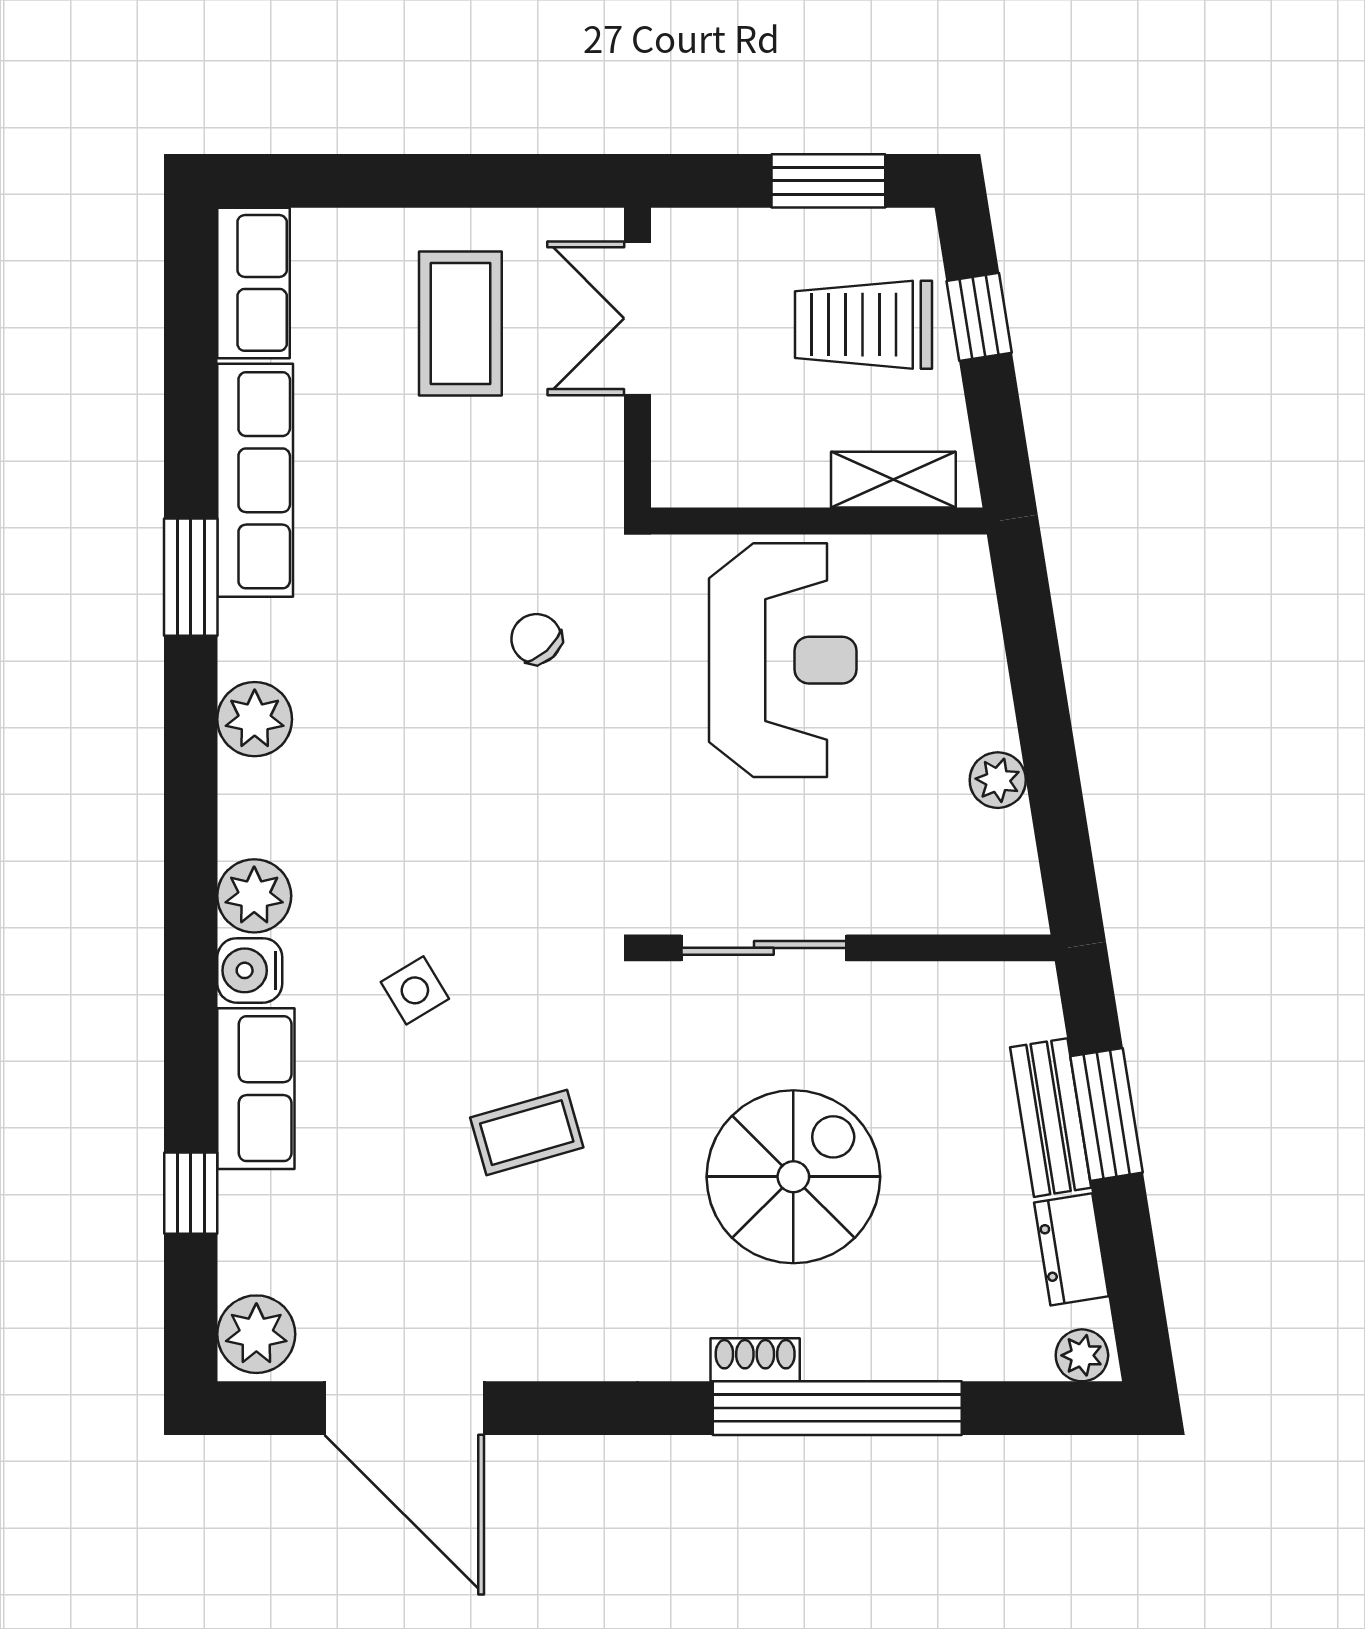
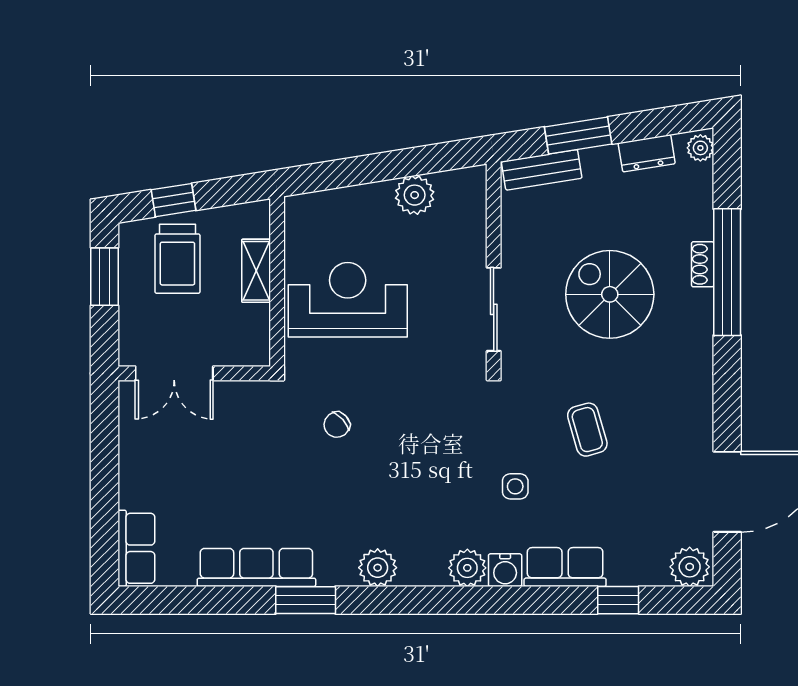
row of seats: (253, 283) -> (136, 548), moved, turned 90
coffee table: (460, 324) -> (177, 463), removed
shelving: (893, 480) -> (256, 271), moved
plant: (998, 780) -> (415, 195), width x1.38, depth x1.38
side table: (415, 990) -> (515, 486), turned 31
bench: (1051, 1118) -> (542, 170), moved
shoe rack: (755, 1360) -> (703, 264), moved

